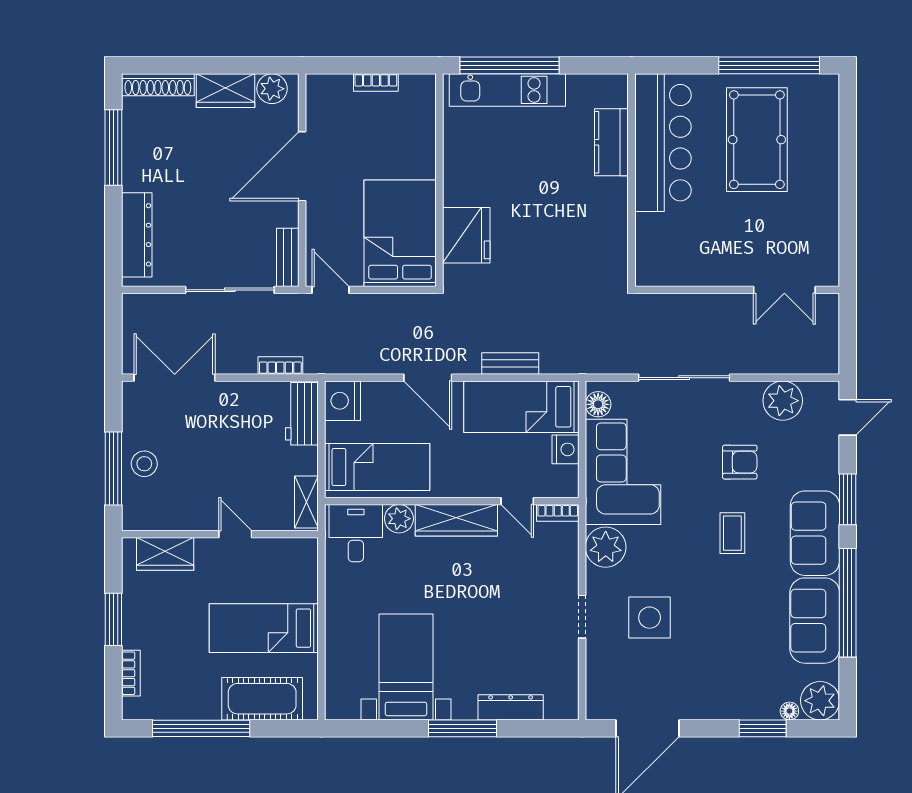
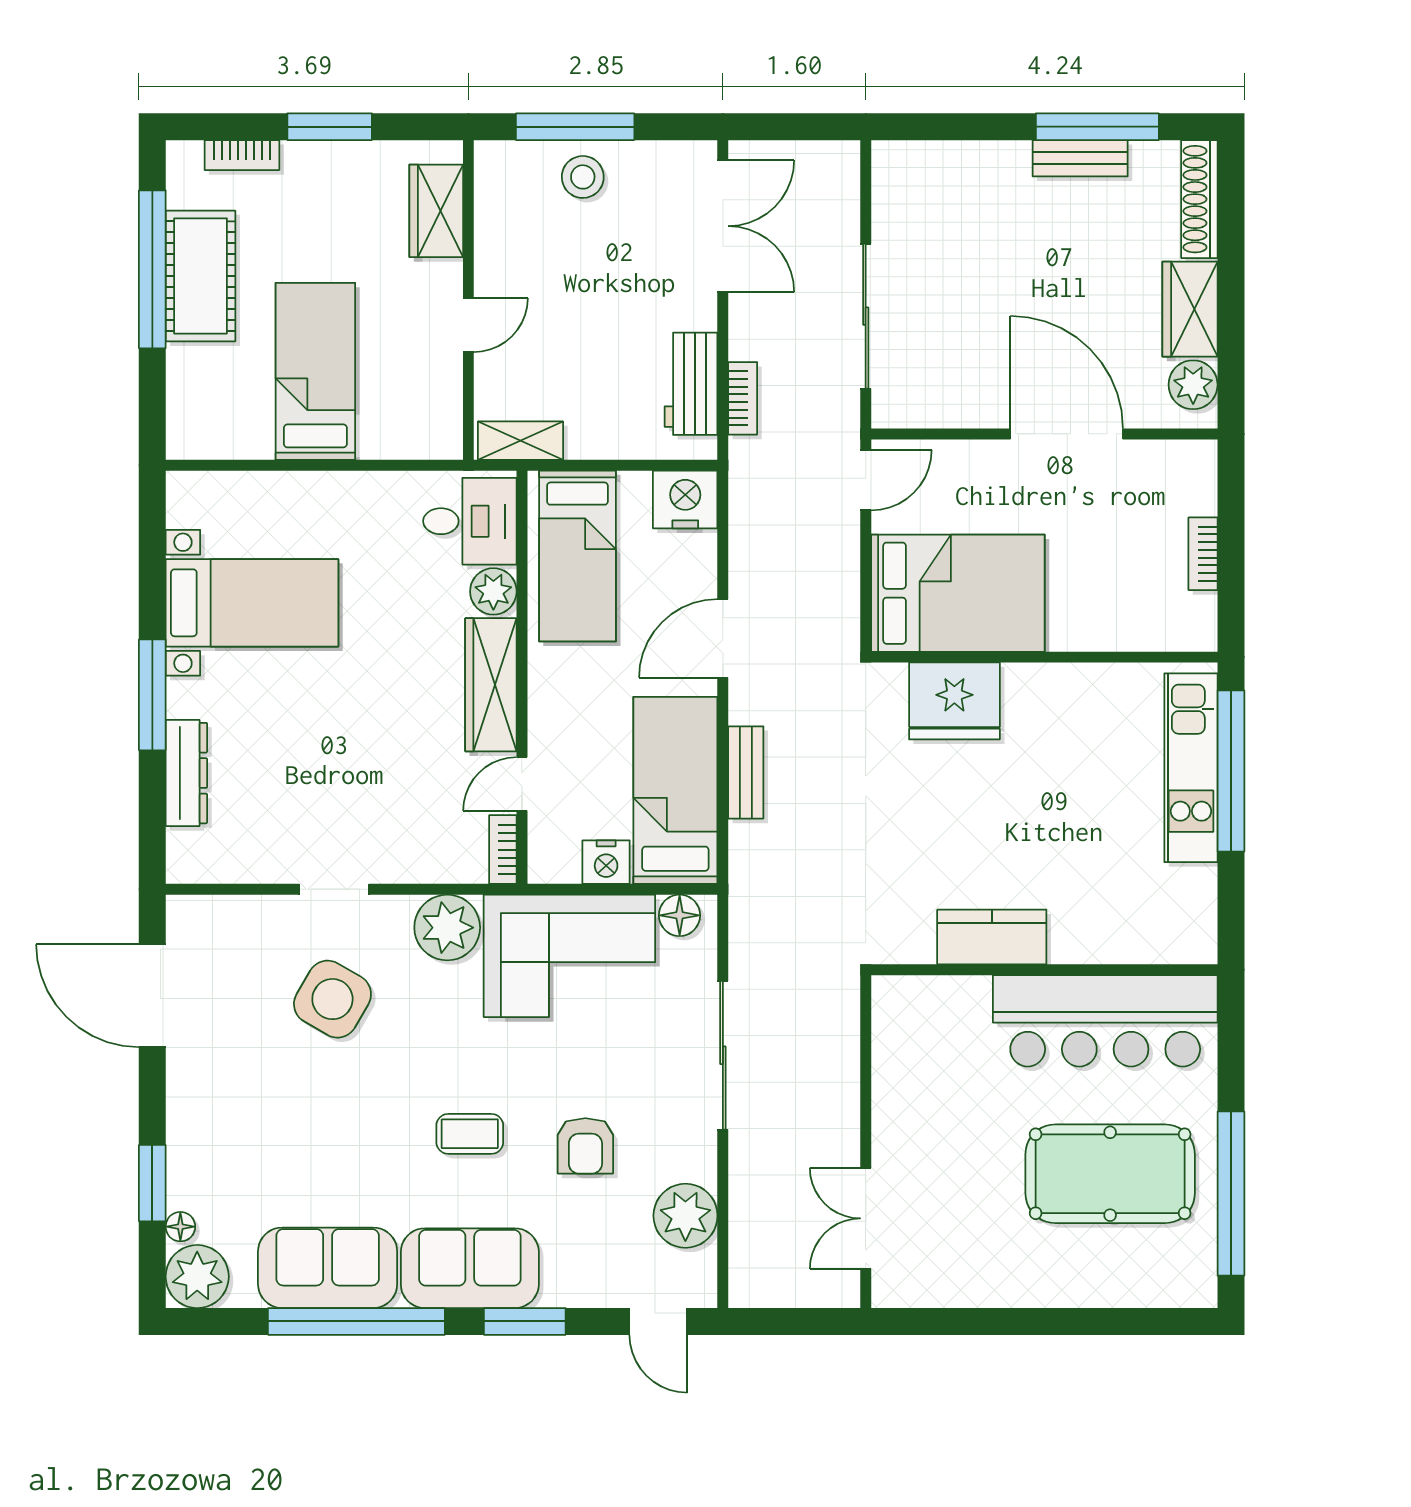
kitchen counter: (611, 142) -> (992, 937), moved
dresser: (137, 235) -> (955, 165), removed
bench: (288, 257) -> (1080, 158), moved
workbench: (302, 414) -> (691, 384), moved, turned -90
side table: (650, 618) -> (332, 999), turned 30
cot: (262, 699) -> (200, 276), moved

